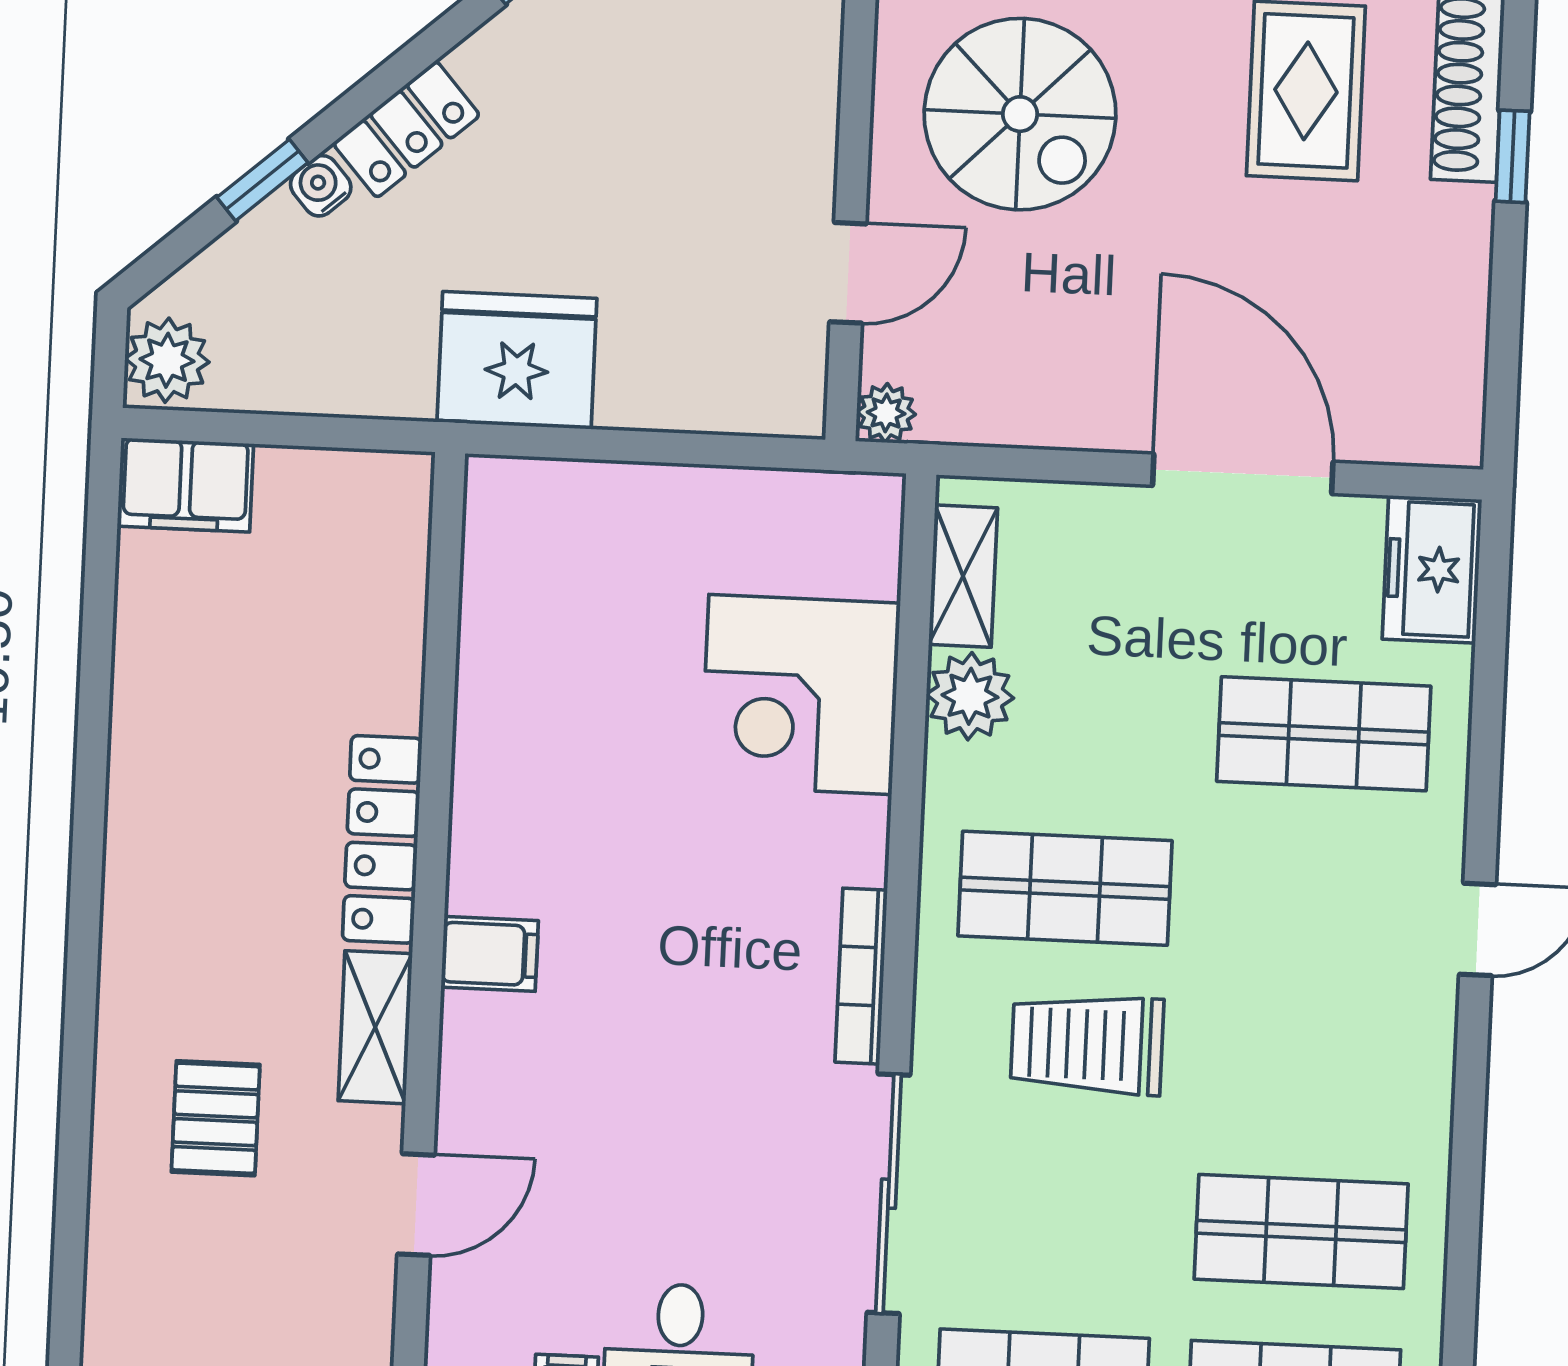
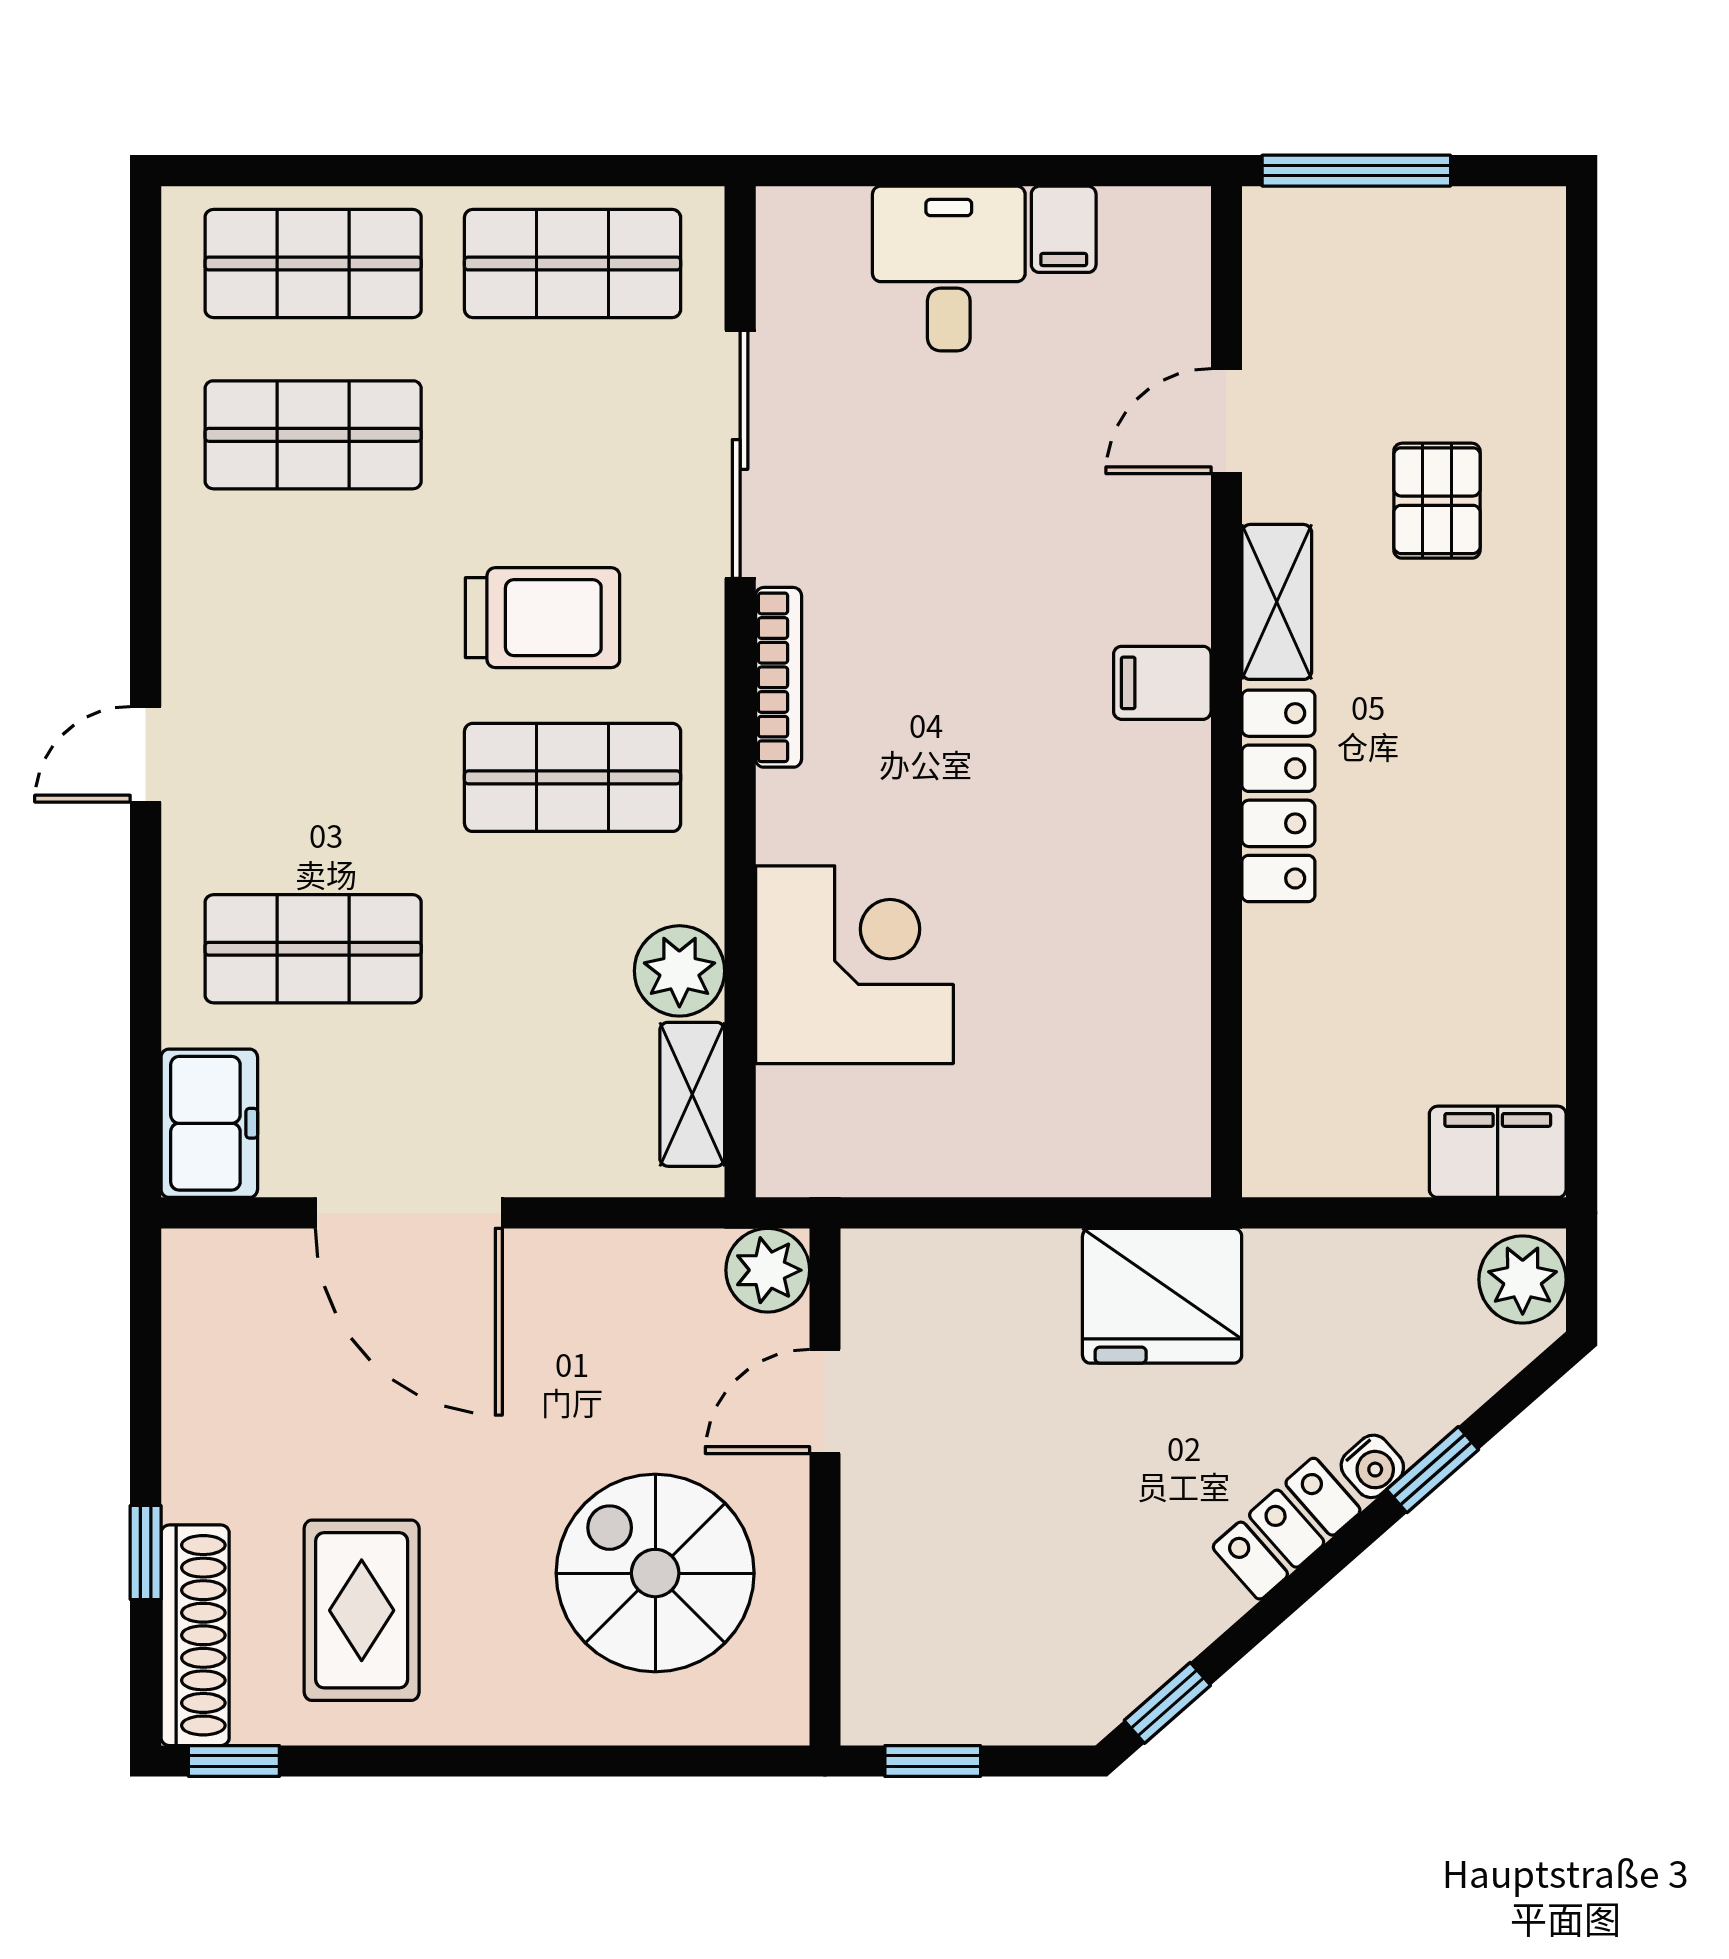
plant: (886, 413) -> (768, 1270), width x1.38, depth x1.38

